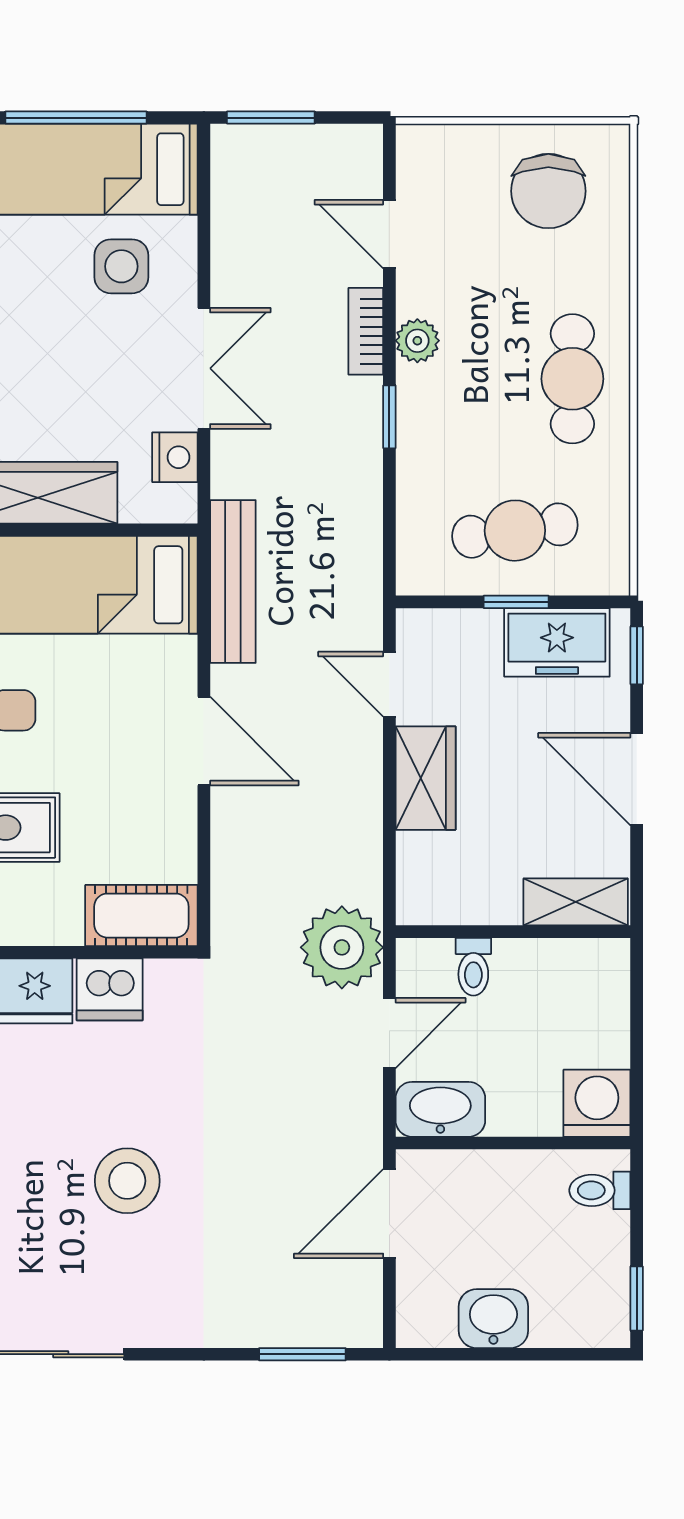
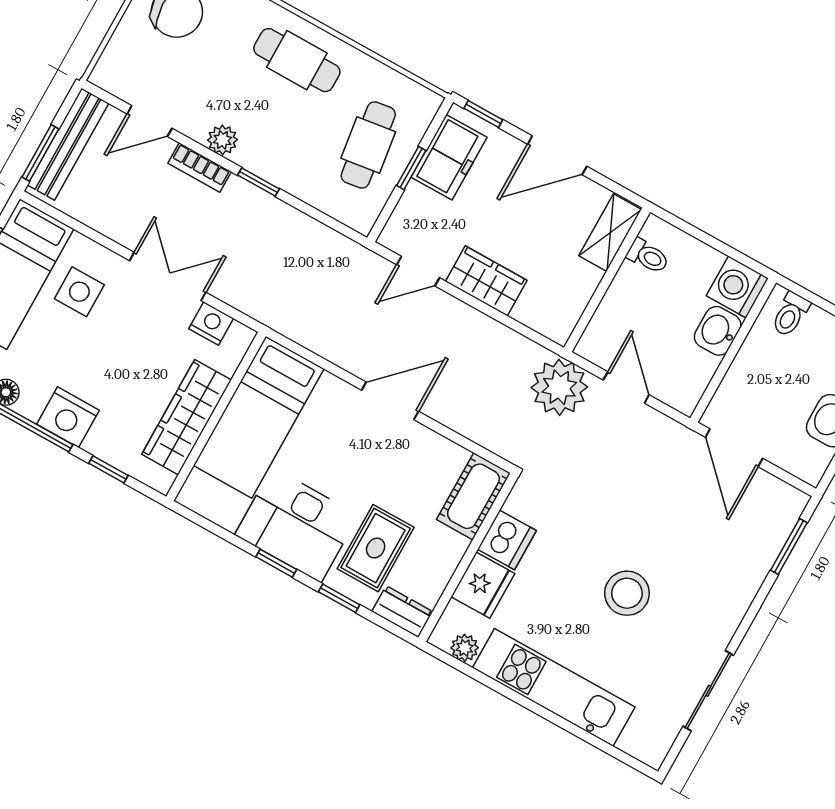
bench: (233, 581) -> (68, 144), moved, turned 90
toilet: (473, 967) -> (648, 256), moved
washbasin: (440, 1109) -> (718, 331), moved, width x0.72

